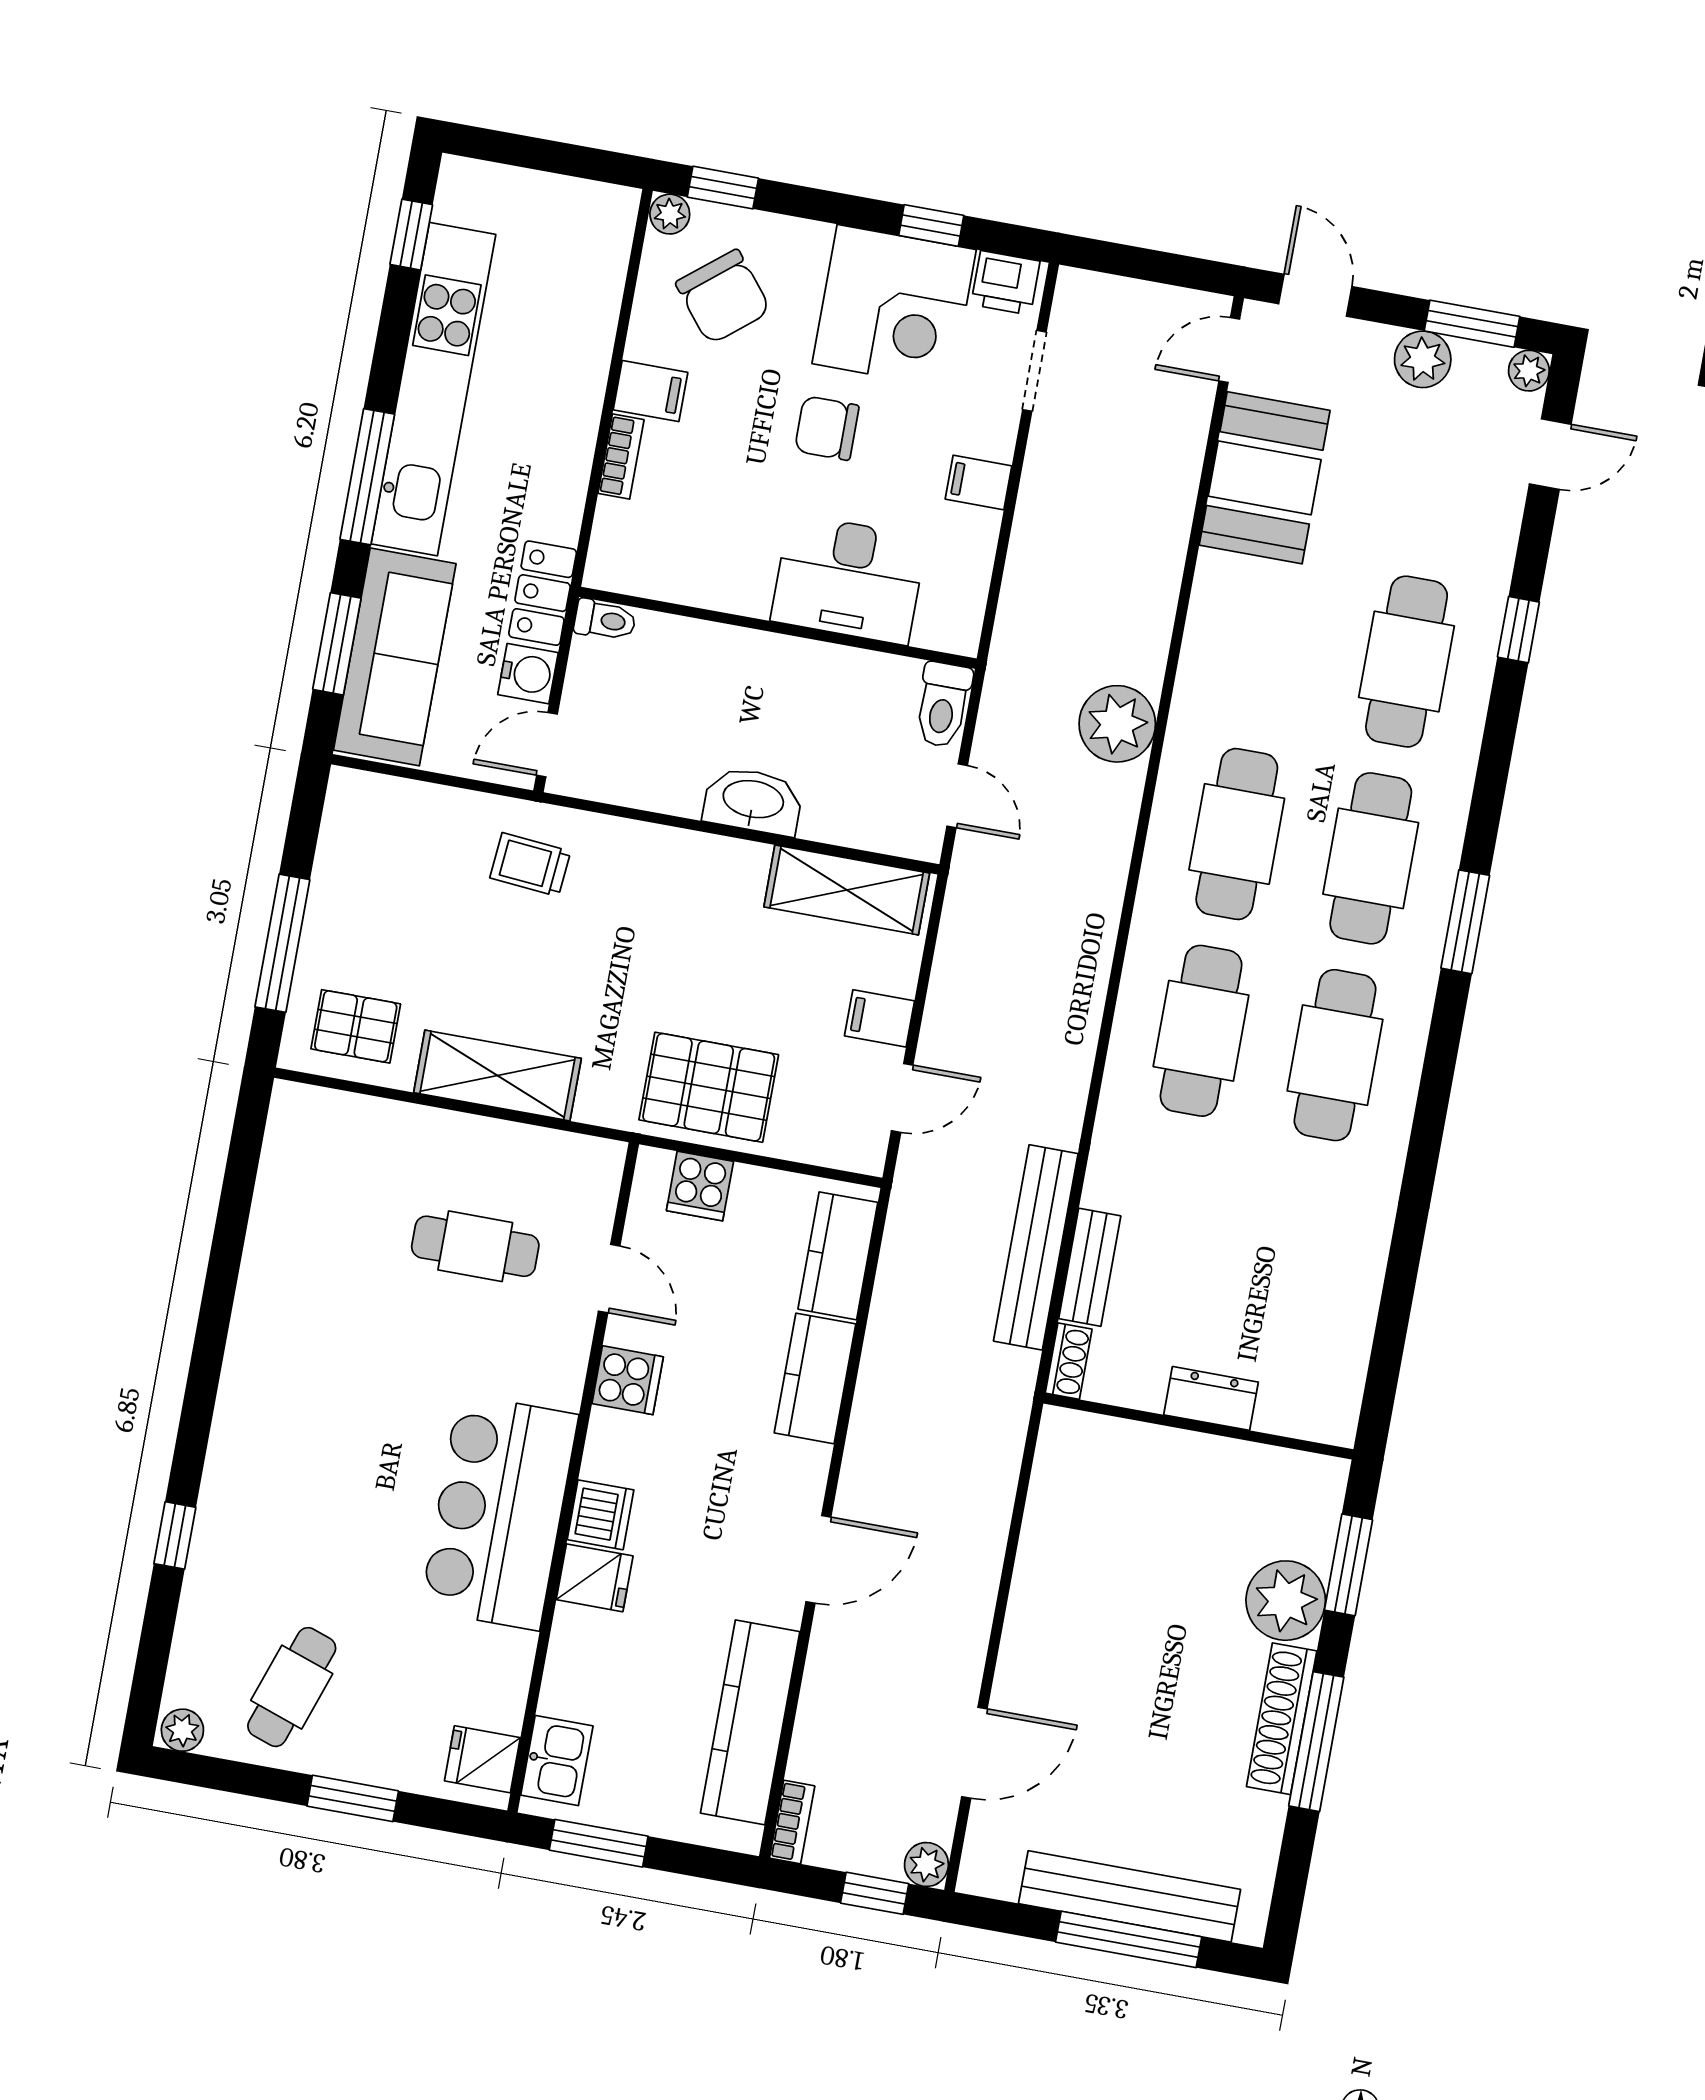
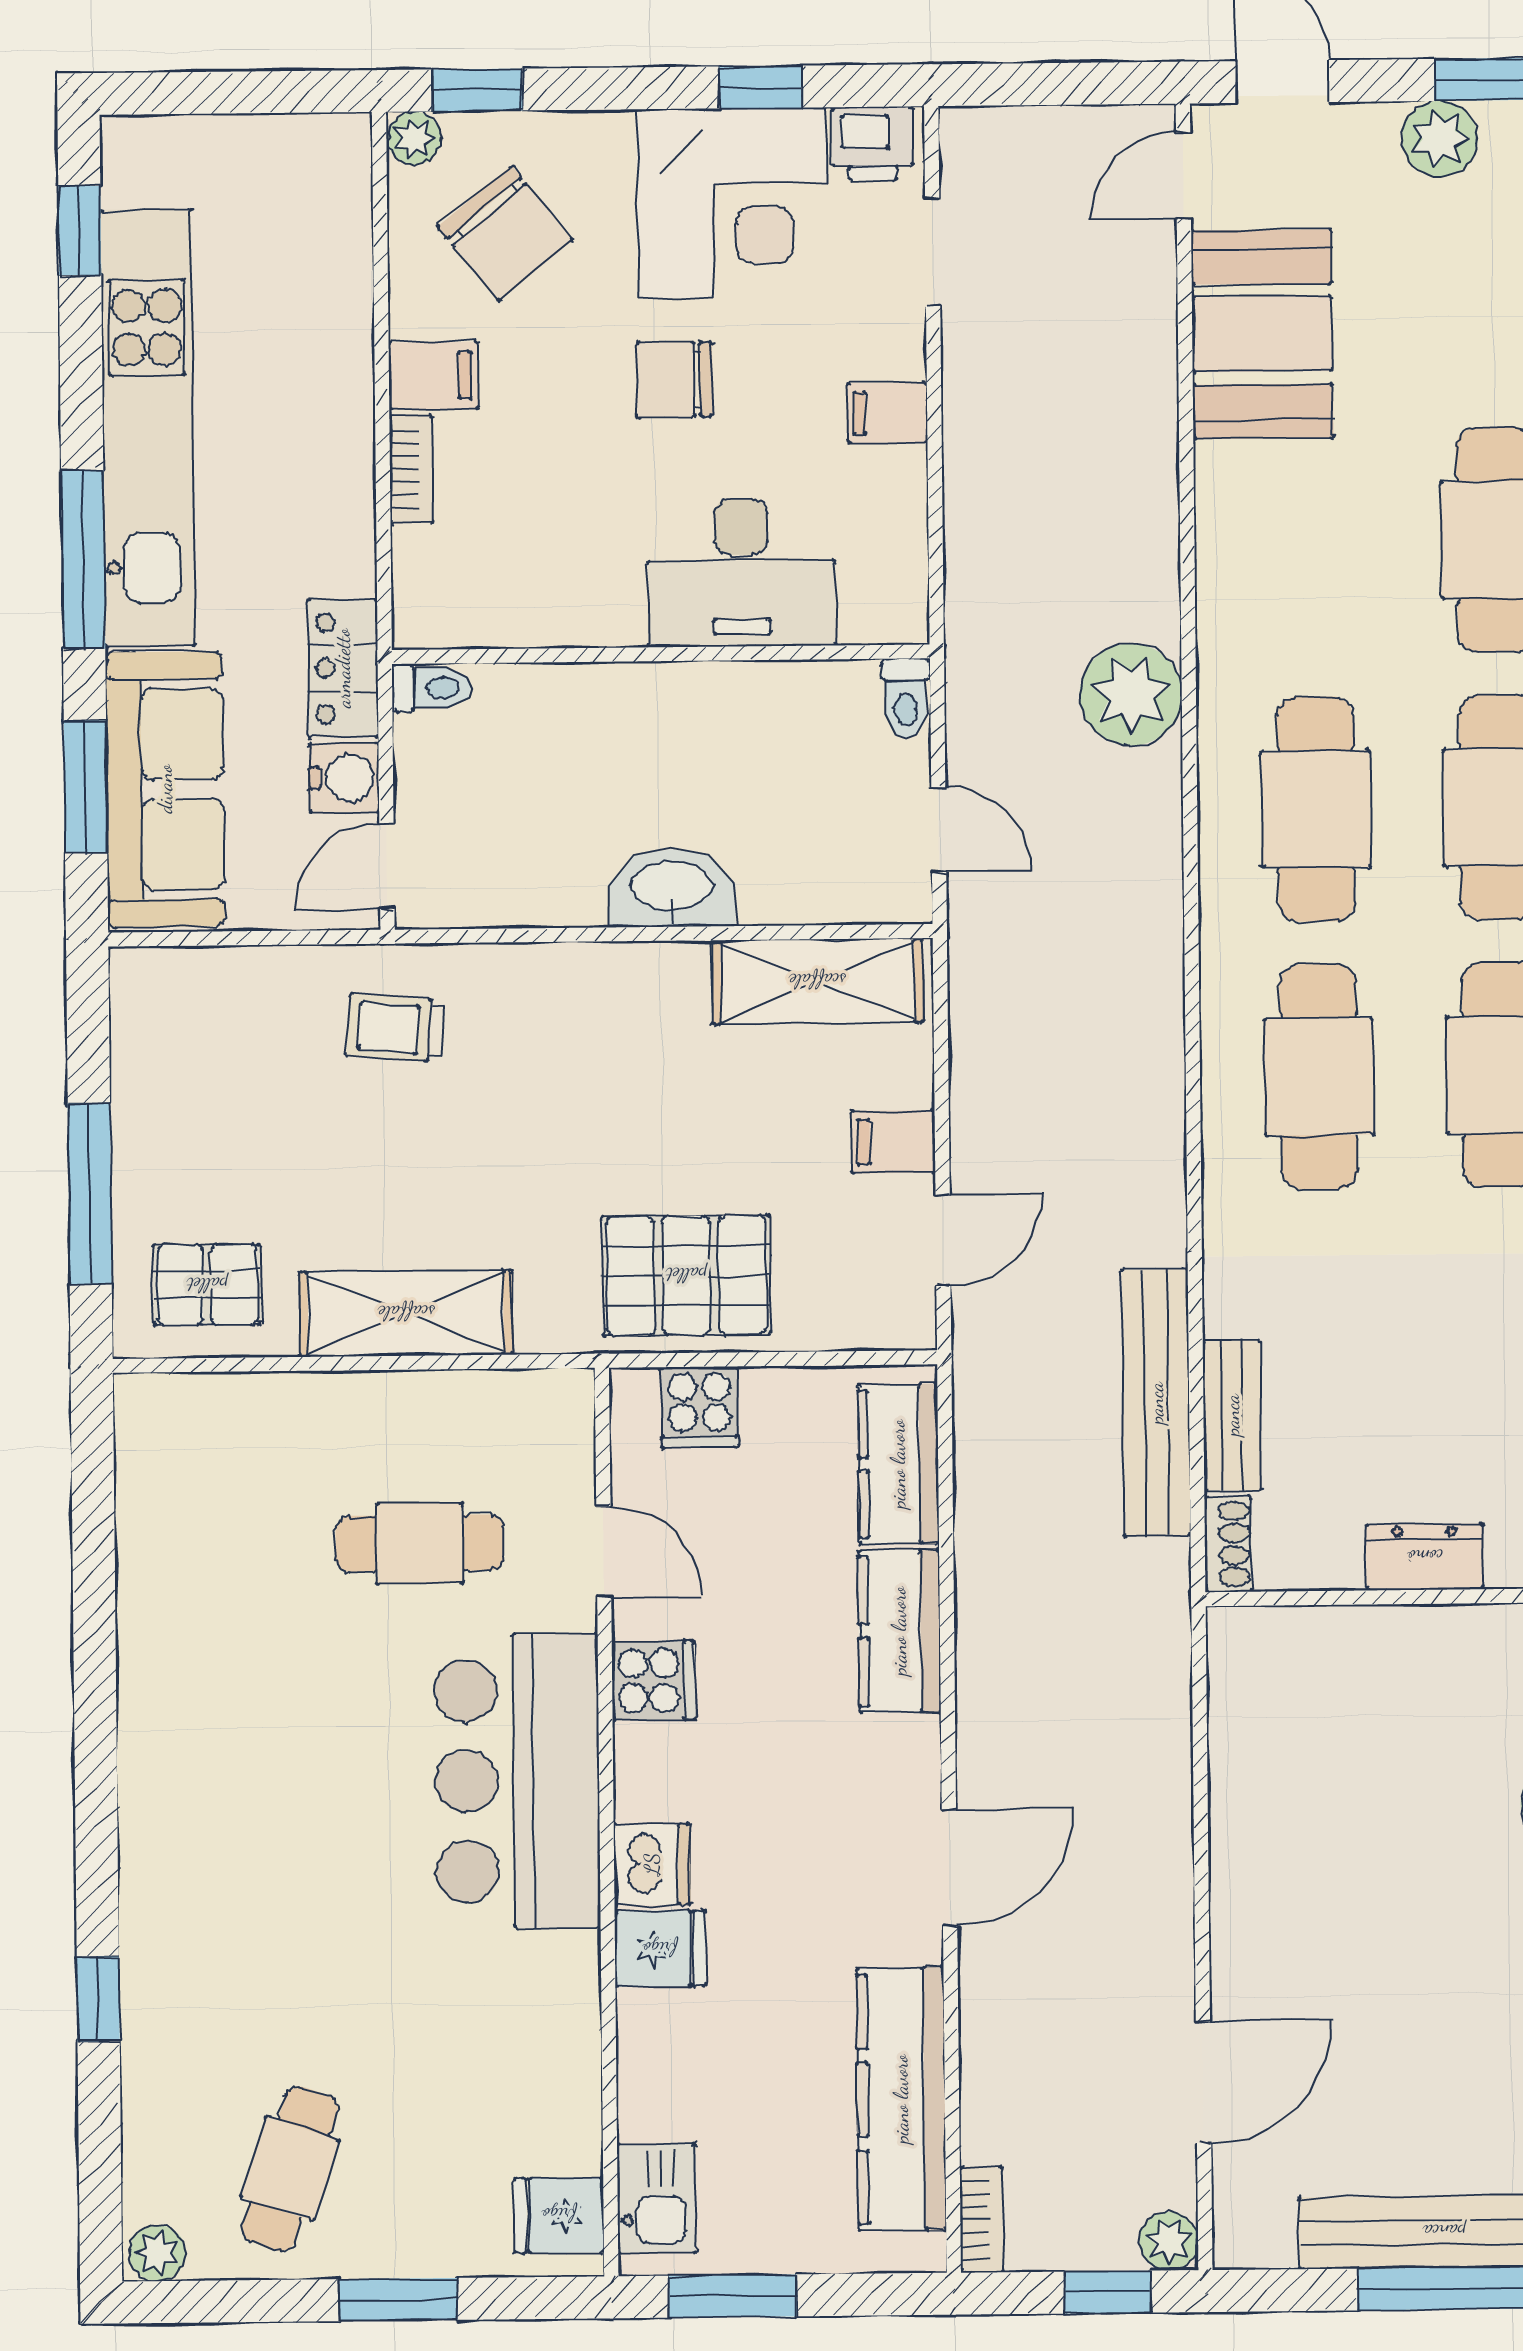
toilet: (943, 705) -> (906, 698), width x0.73, depth x0.72
bar counter: (499, 1512) -> (517, 1781), moved

